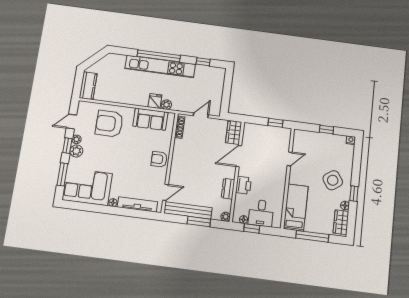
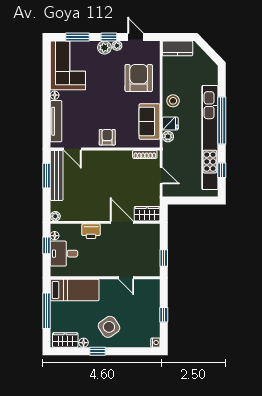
kitchen unit: (160, 66) -> (210, 138), width x1.36
stool: (135, 96) -> (173, 101), added
dresser: (228, 189) -> (85, 215), removed
window: (199, 222) -> (47, 176), moved

